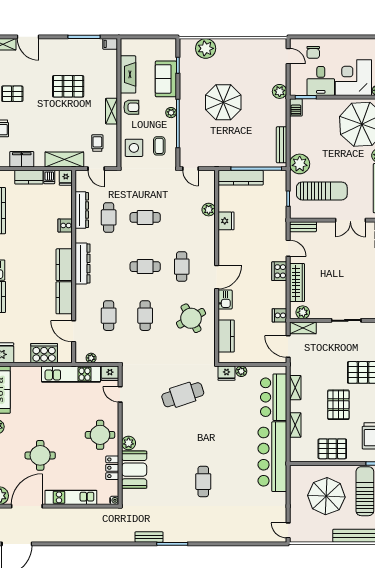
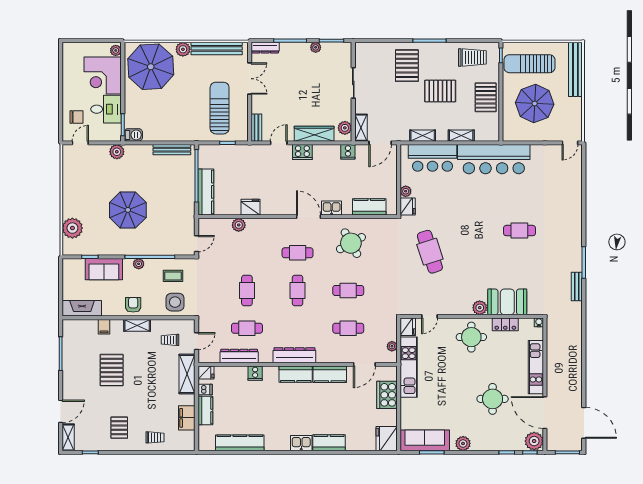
filing cabinet: (110, 44) -> (104, 327), moved
fireplace: (128, 74) -> (82, 308), moved
plant: (300, 164) -> (192, 131), removed

